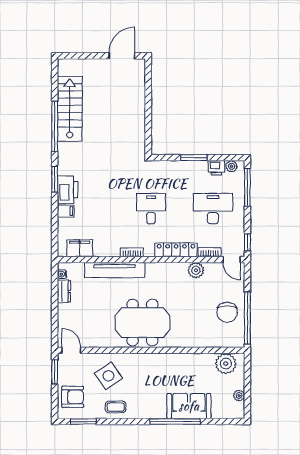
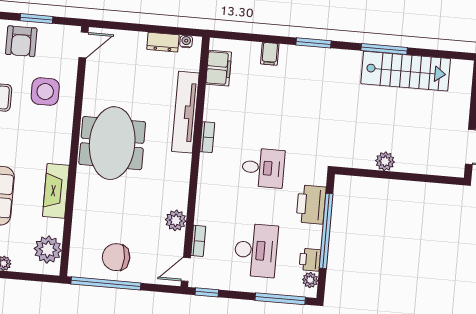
plant: (138, 118) -> (385, 161), added
window: (55, 126) -> (384, 49), width x0.68
window: (194, 158) -> (326, 231), width x2.11
printer: (68, 190) -> (311, 205), moved, turned 90
locker: (176, 250) -> (205, 196), removed
fireplace: (182, 361) -> (56, 191), added
window: (55, 372) -> (36, 19), moved
side table: (108, 376) -> (45, 92), turned 34

